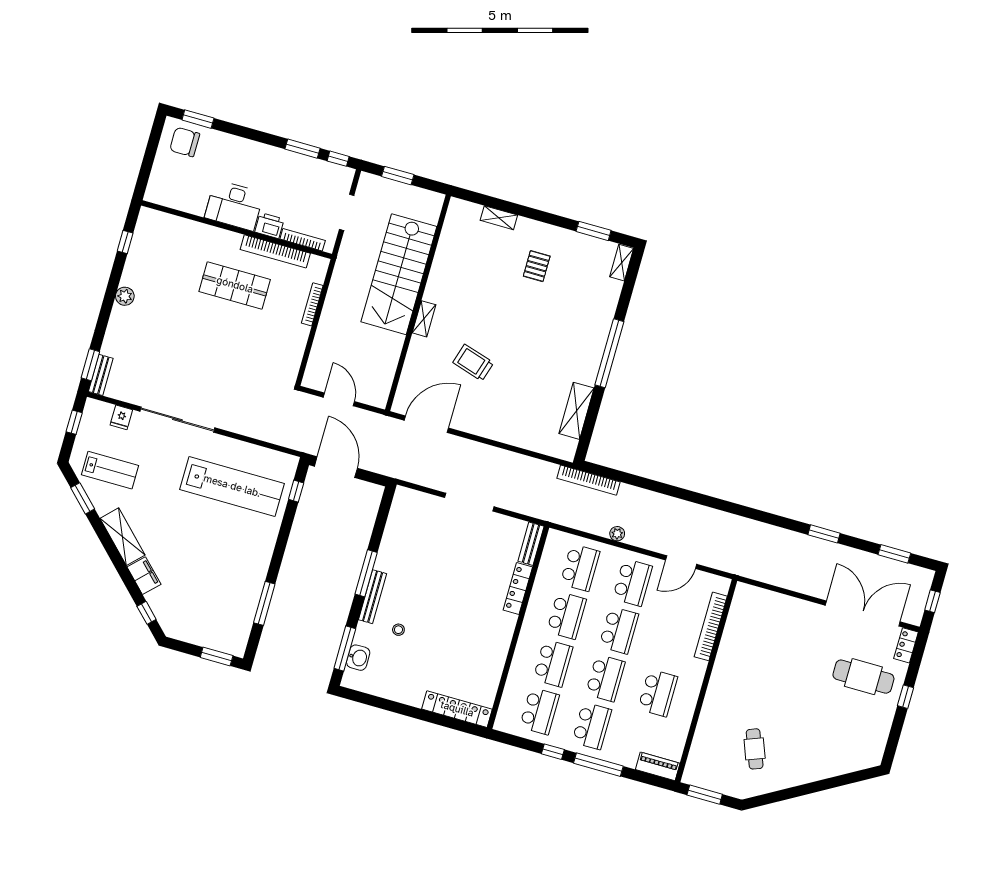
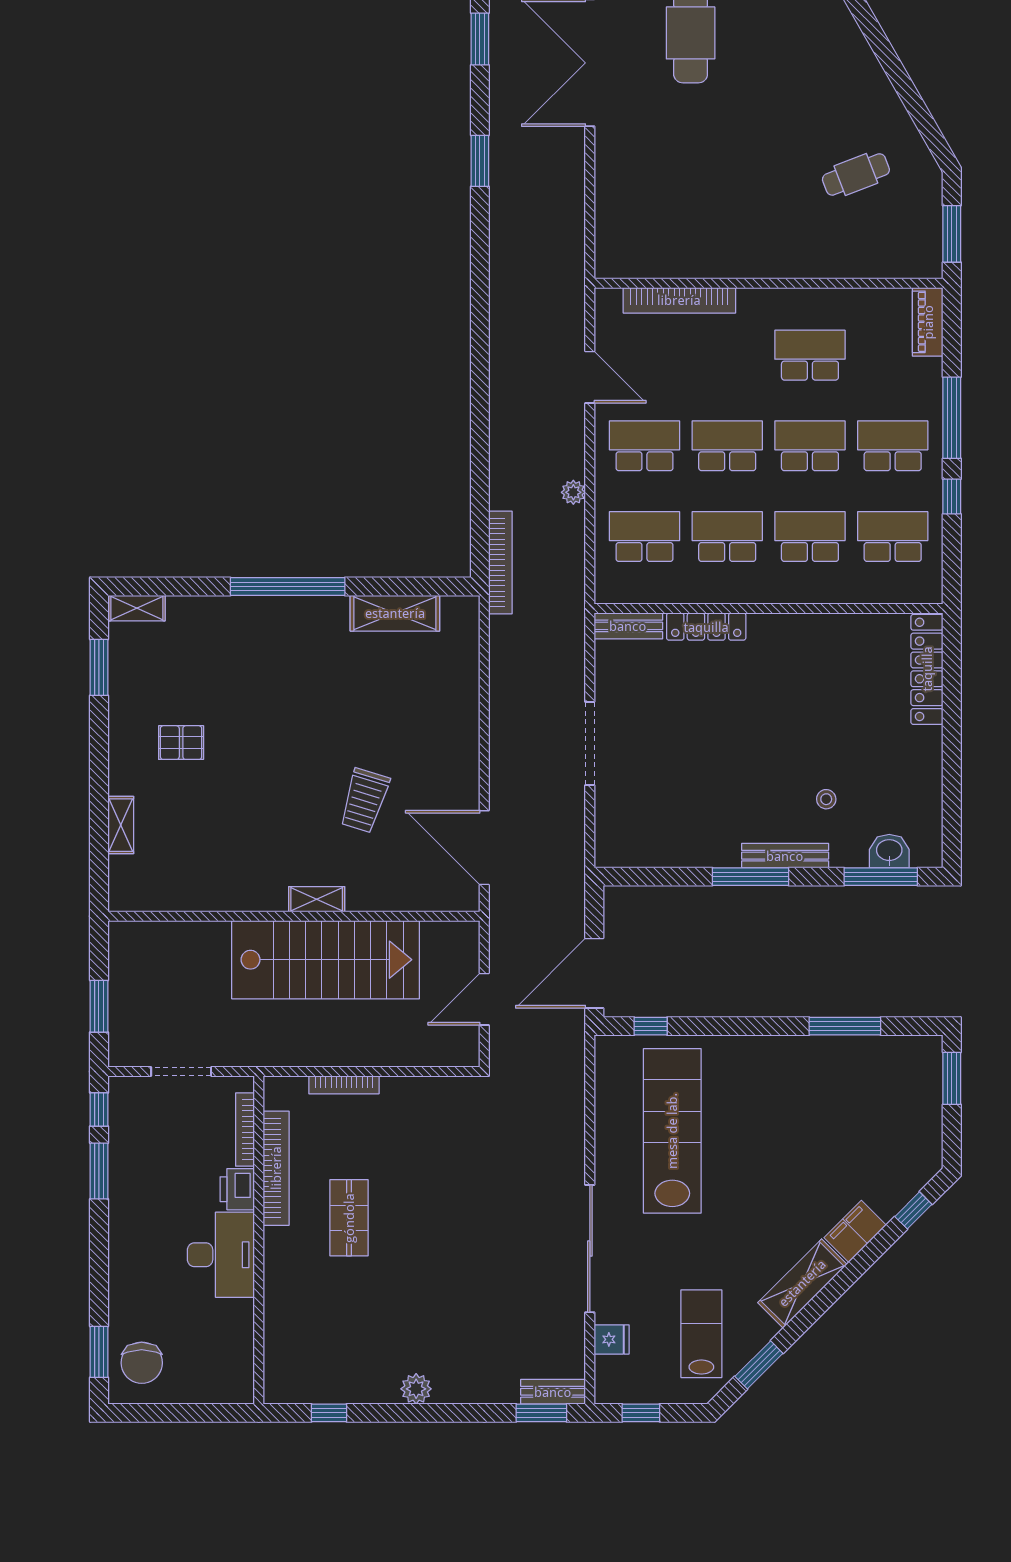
stairs: (399, 274) -> (326, 960), moved
shop shelf: (235, 285) -> (349, 1218), width x0.70, depth x0.74

